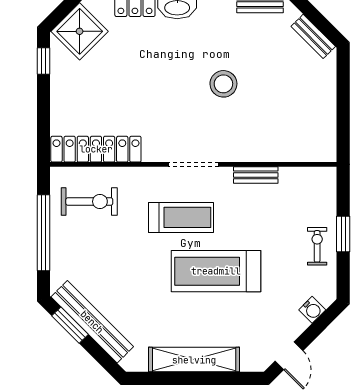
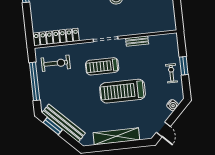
treadmill: (181, 217) -> (102, 66), turned 180

